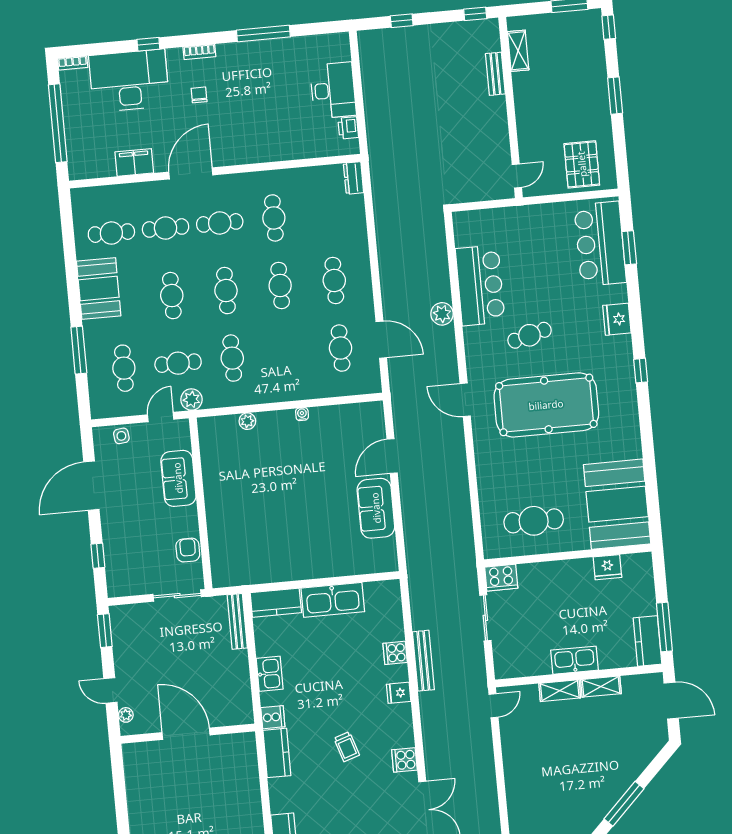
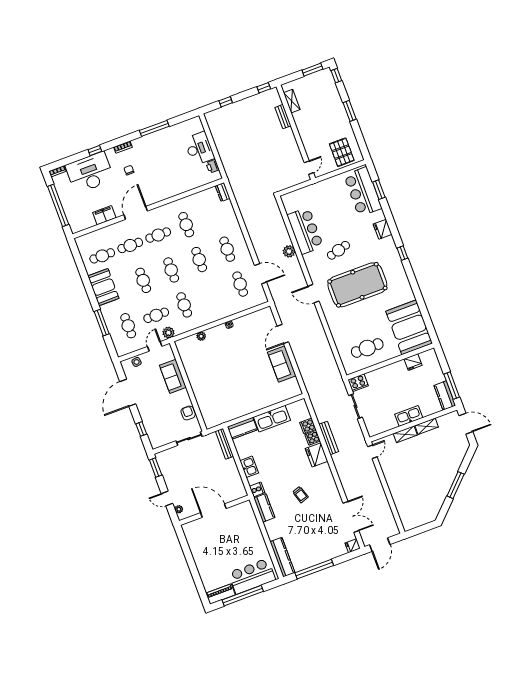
fridge: (399, 693) -> (317, 455), width x1.88, depth x1.34
cooker: (404, 760) -> (308, 426), moved

